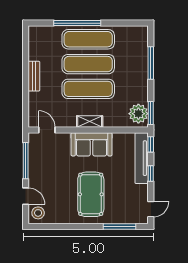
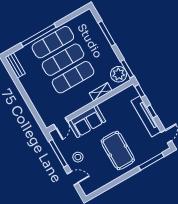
bench: (34, 76) -> (15, 65), moved
shelving: (90, 121) -> (101, 92), moved
door: (47, 130) -> (61, 123), swing flipped
sofa: (92, 144) -> (87, 121), moved
tv unit: (142, 158) -> (146, 116), moved
stool: (38, 213) -> (78, 157), moved

